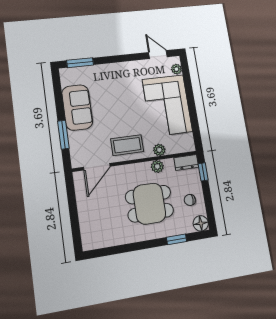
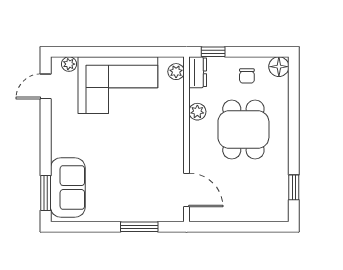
sofa: (77, 107) -> (68, 188), moved, turned 90
coffee table: (127, 145) -> (164, 147), removed
plant: (159, 150) -> (176, 72), moved
window: (177, 239) -> (294, 187), moved

